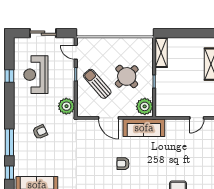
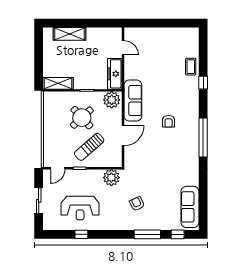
freezer: (171, 110) -> (115, 74), added

